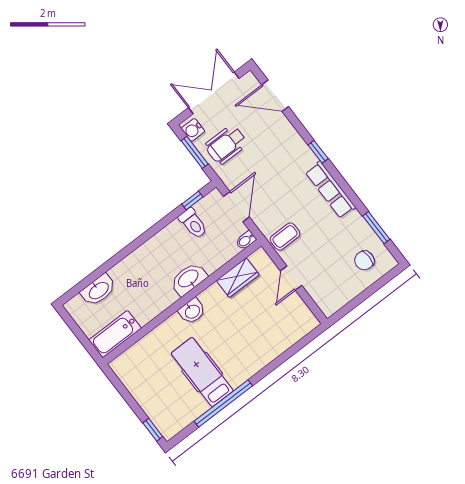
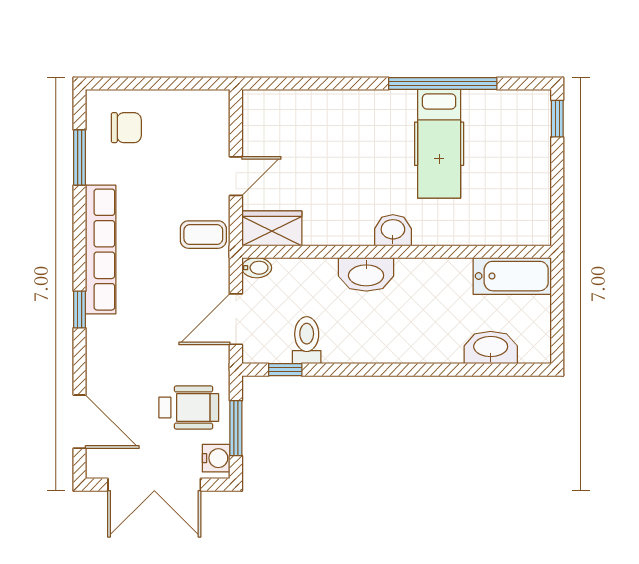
row of seats: (330, 190) -> (101, 250), width x1.36
wardrobe: (238, 278) -> (272, 228), moved

